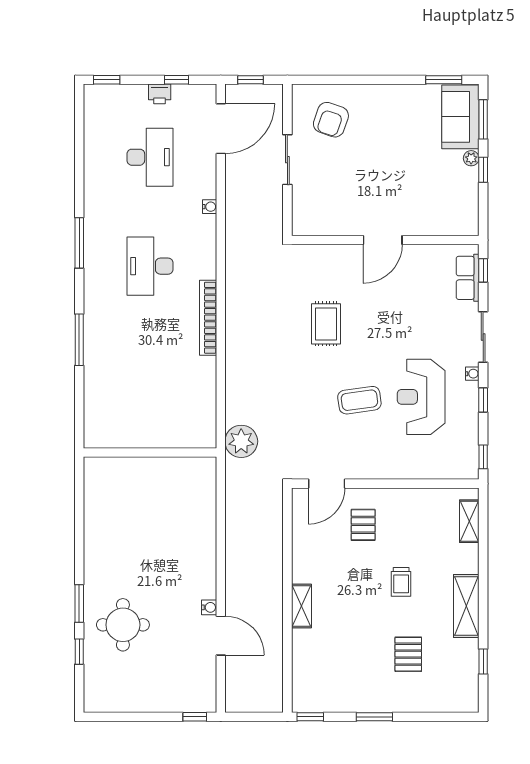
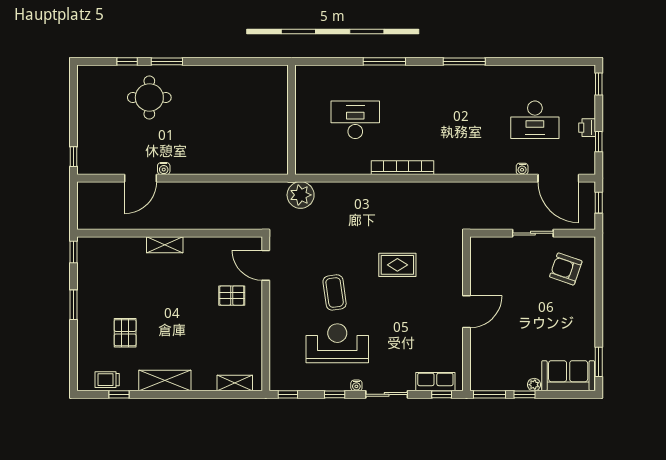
window: (483, 119) -> (489, 394), moved
water cooler: (210, 207) -> (522, 169), moved
door: (383, 240) -> (467, 312), swing flipped
desk: (150, 266) -> (355, 120), moved
trolley: (401, 582) -> (107, 380), moved
pallet: (408, 654) -> (125, 333), turned 90

